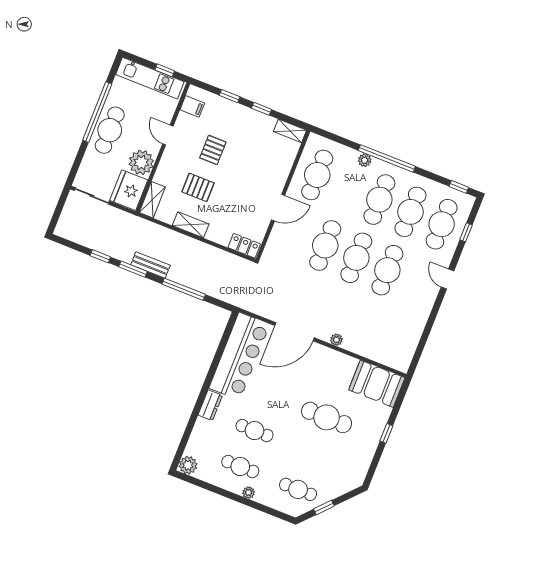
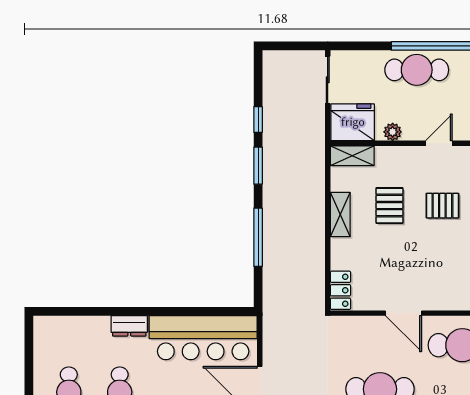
plant: (141, 162) -> (393, 132), width x0.53, depth x0.53
bench: (150, 265) -> (272, 185), removed
plant: (188, 465) -> (45, 328), removed

